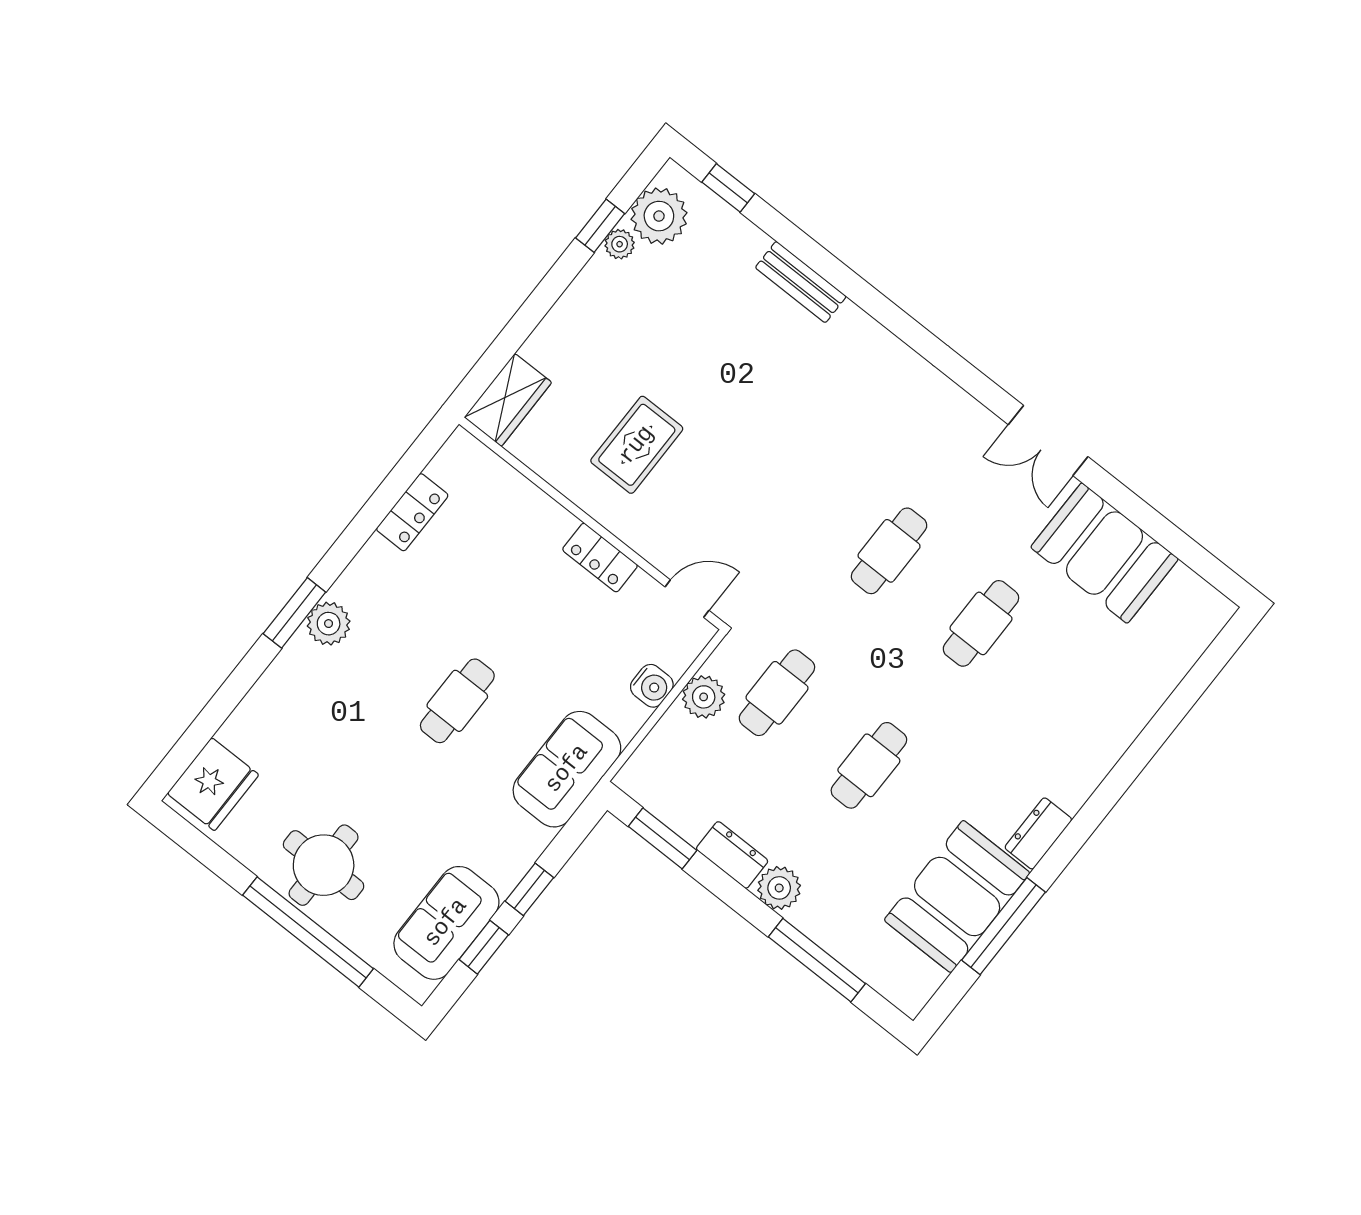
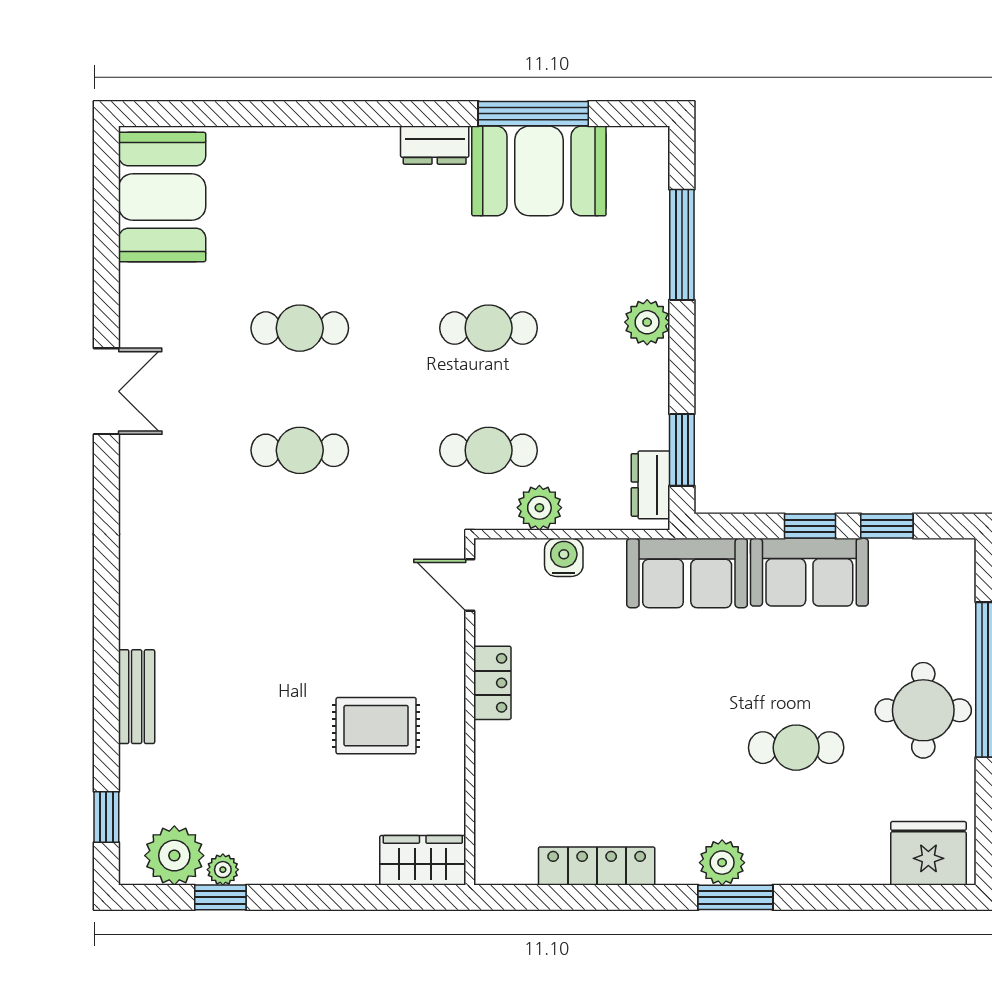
locker: (412, 512) -> (597, 866), width x1.53
booth: (1105, 553) -> (162, 197), moved
cafe table: (457, 701) -> (796, 748), moved
dresser: (732, 855) -> (651, 485), moved
sofa: (446, 923) -> (809, 572), moved

